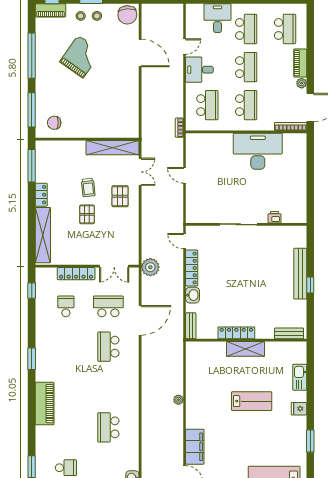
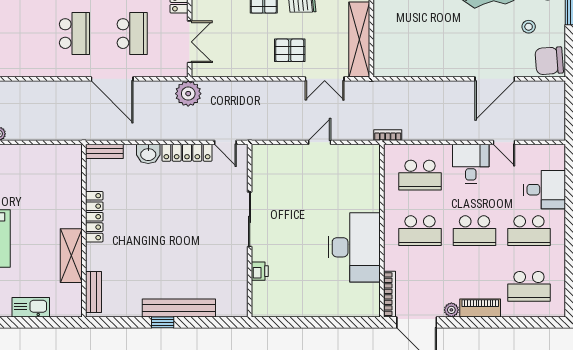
stool: (97, 16) -> (529, 27), moved
door: (185, 241) -> (225, 142), swing flipped
double door: (114, 266) -> (190, 42), swing flipped
school desk: (108, 347) -> (74, 34), turned 90
shelving: (245, 349) -> (71, 256), moved

